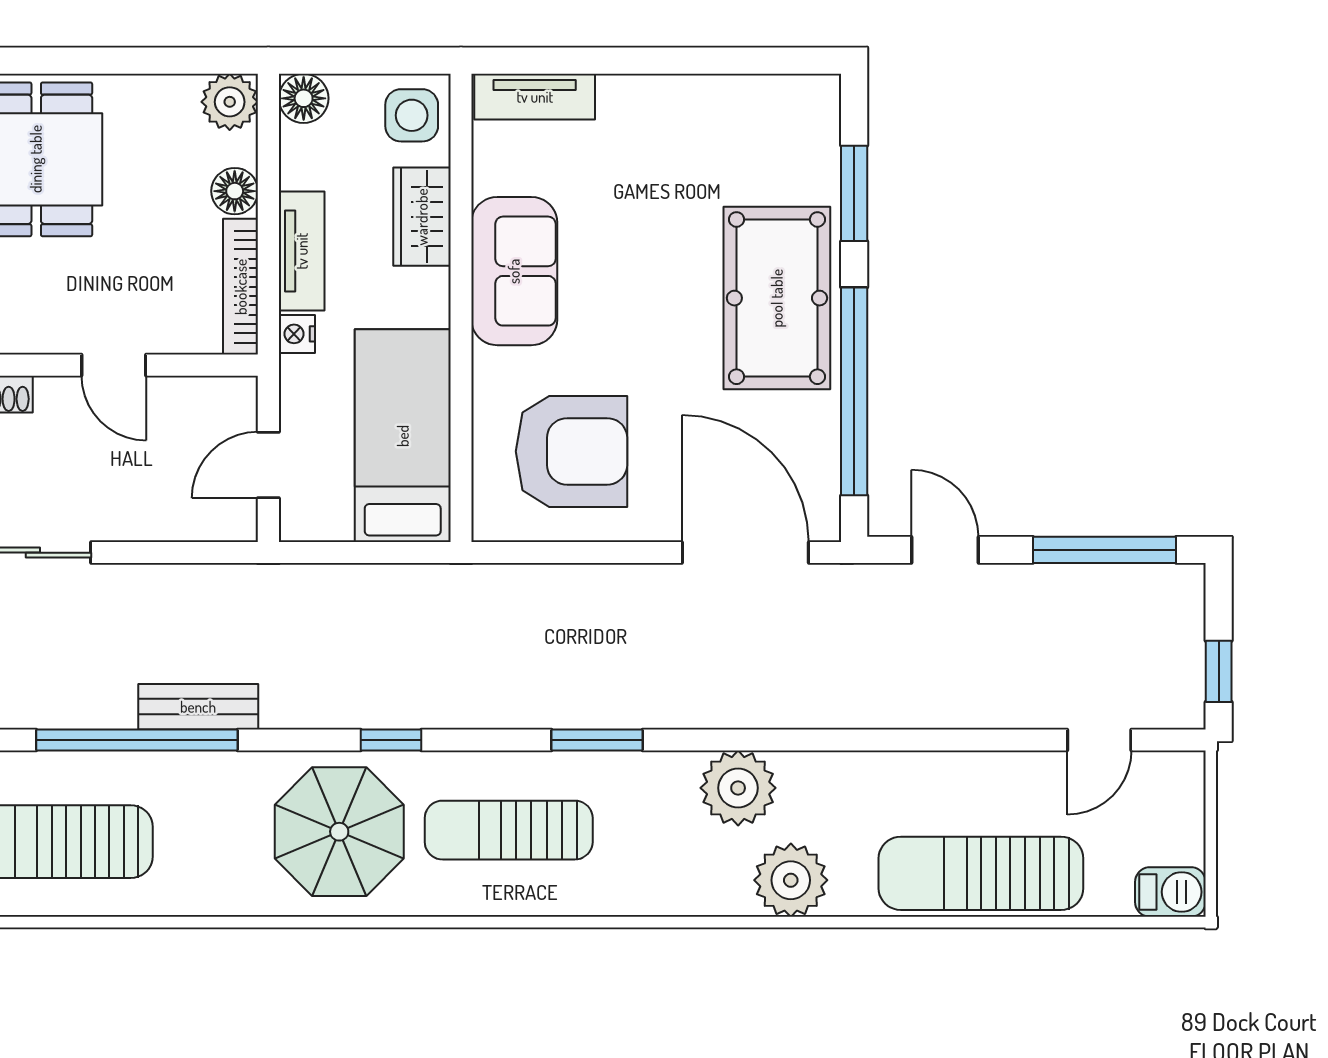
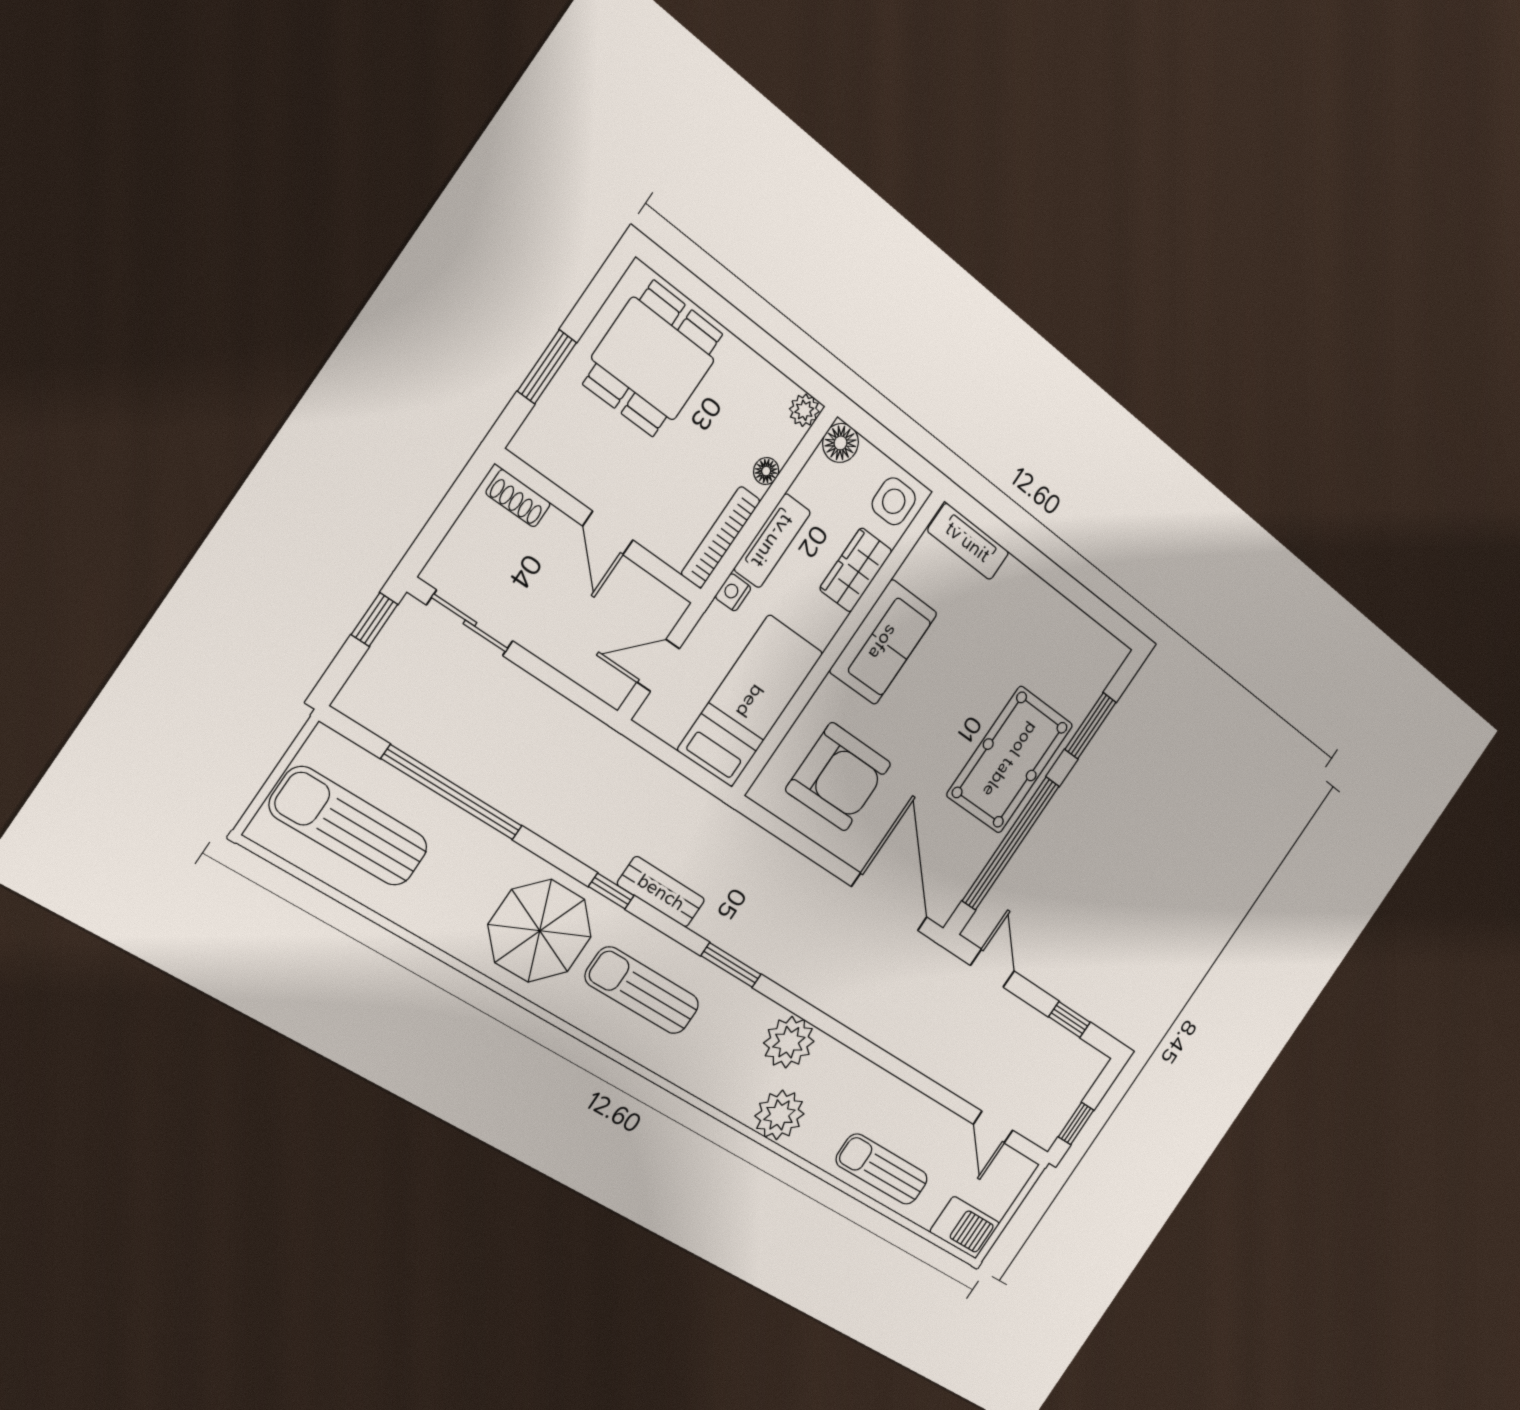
plant: (230, 102) -> (804, 410), width x0.73, depth x0.73
floor lamp: (235, 191) -> (766, 471), width x0.73, depth x0.73
window: (1104, 550) -> (1069, 1020), width x0.46
bench: (198, 707) -> (661, 892), moved
door: (1099, 740) -> (993, 1127), hinge flipped
sun lounger: (981, 873) -> (882, 1169), width x0.73, depth x0.75
barbecue: (1170, 892) -> (965, 1227), width x1.38, depth x1.27

